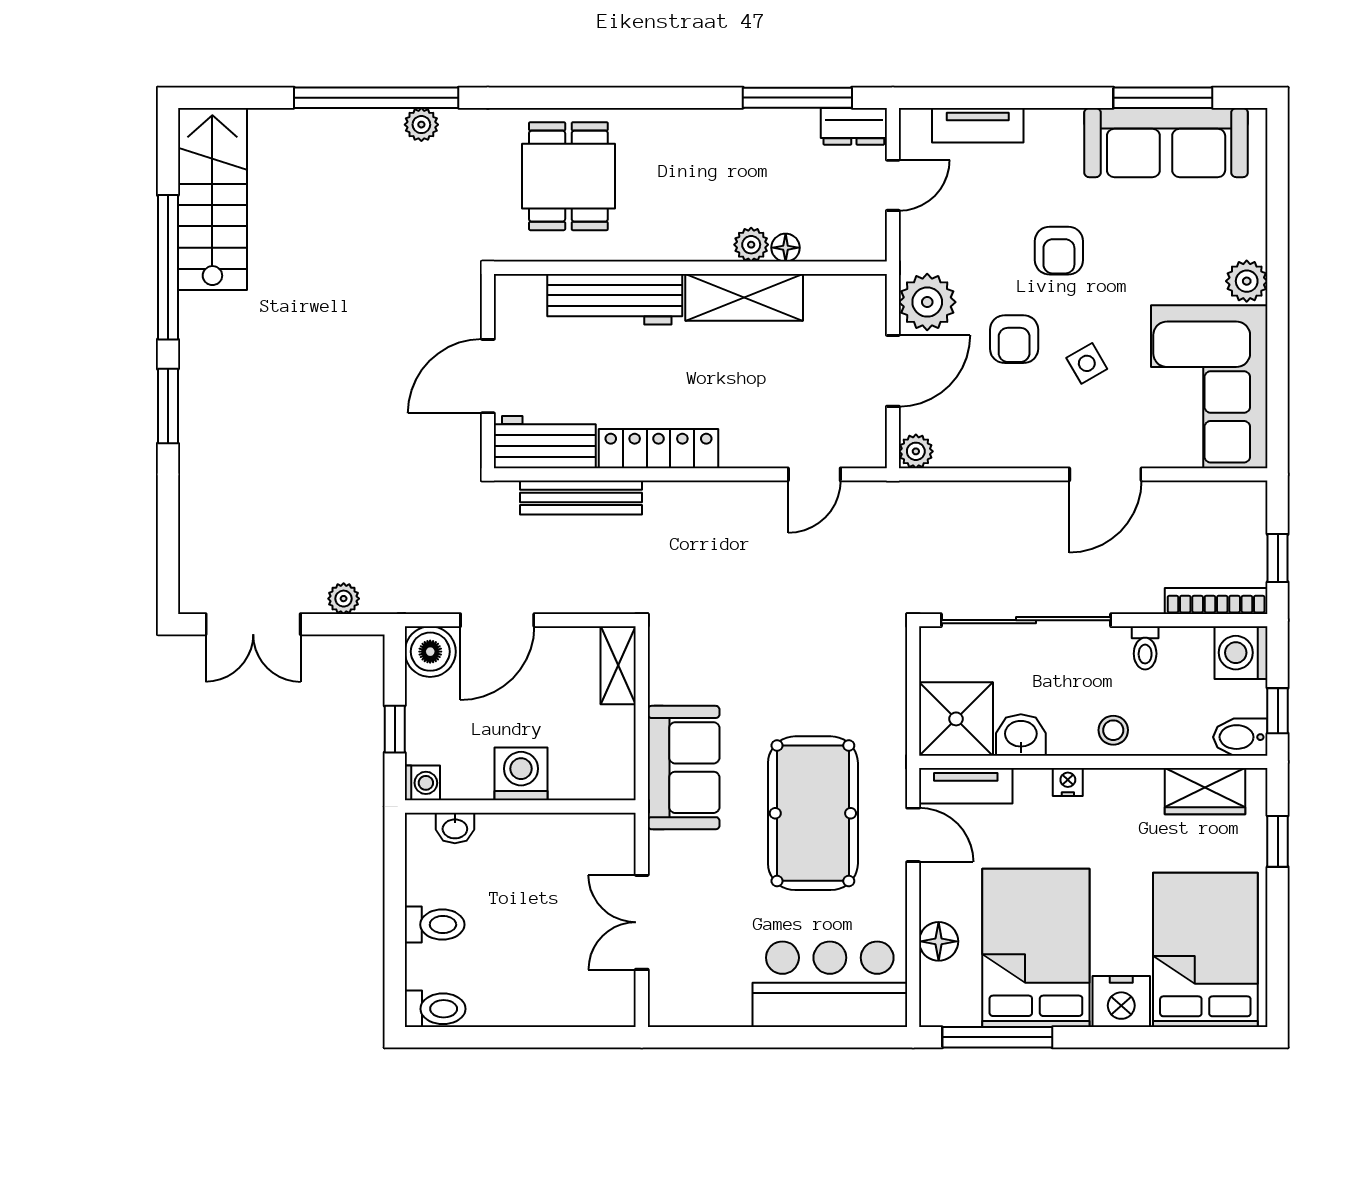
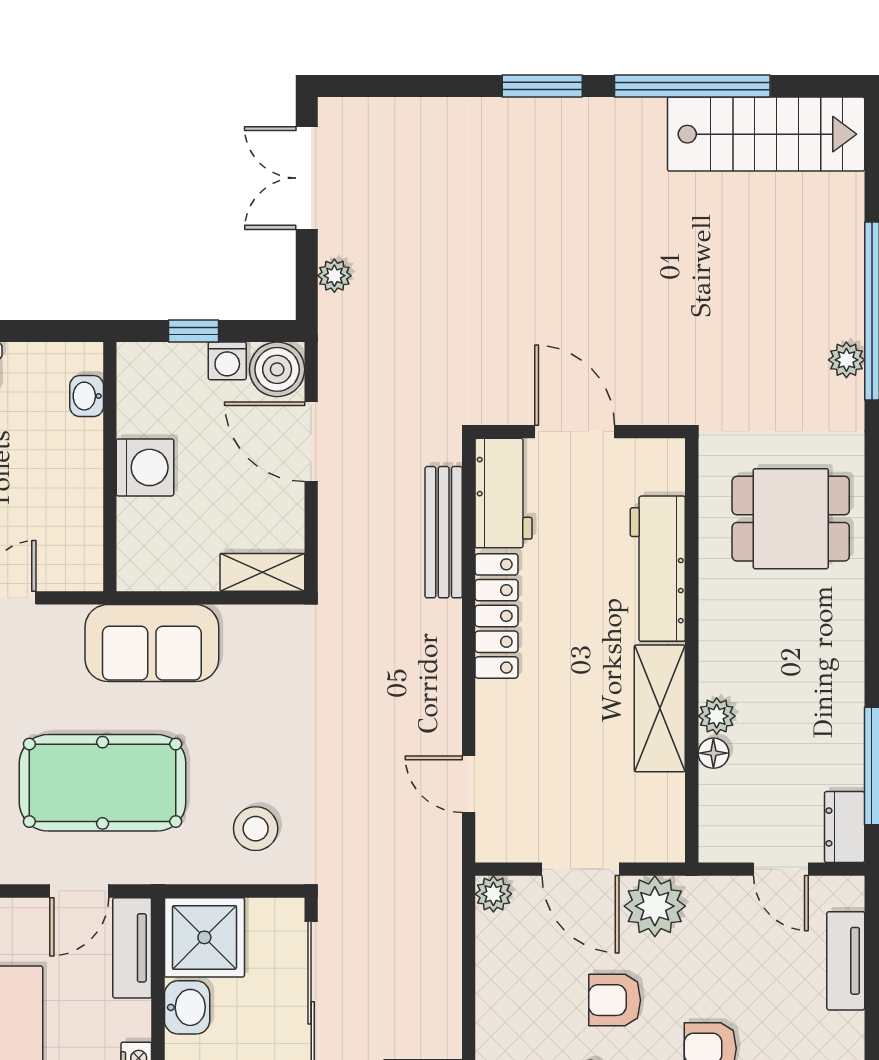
stool: (855, 672) -> (256, 829), added
washing machine: (422, 783) -> (227, 361), moved

